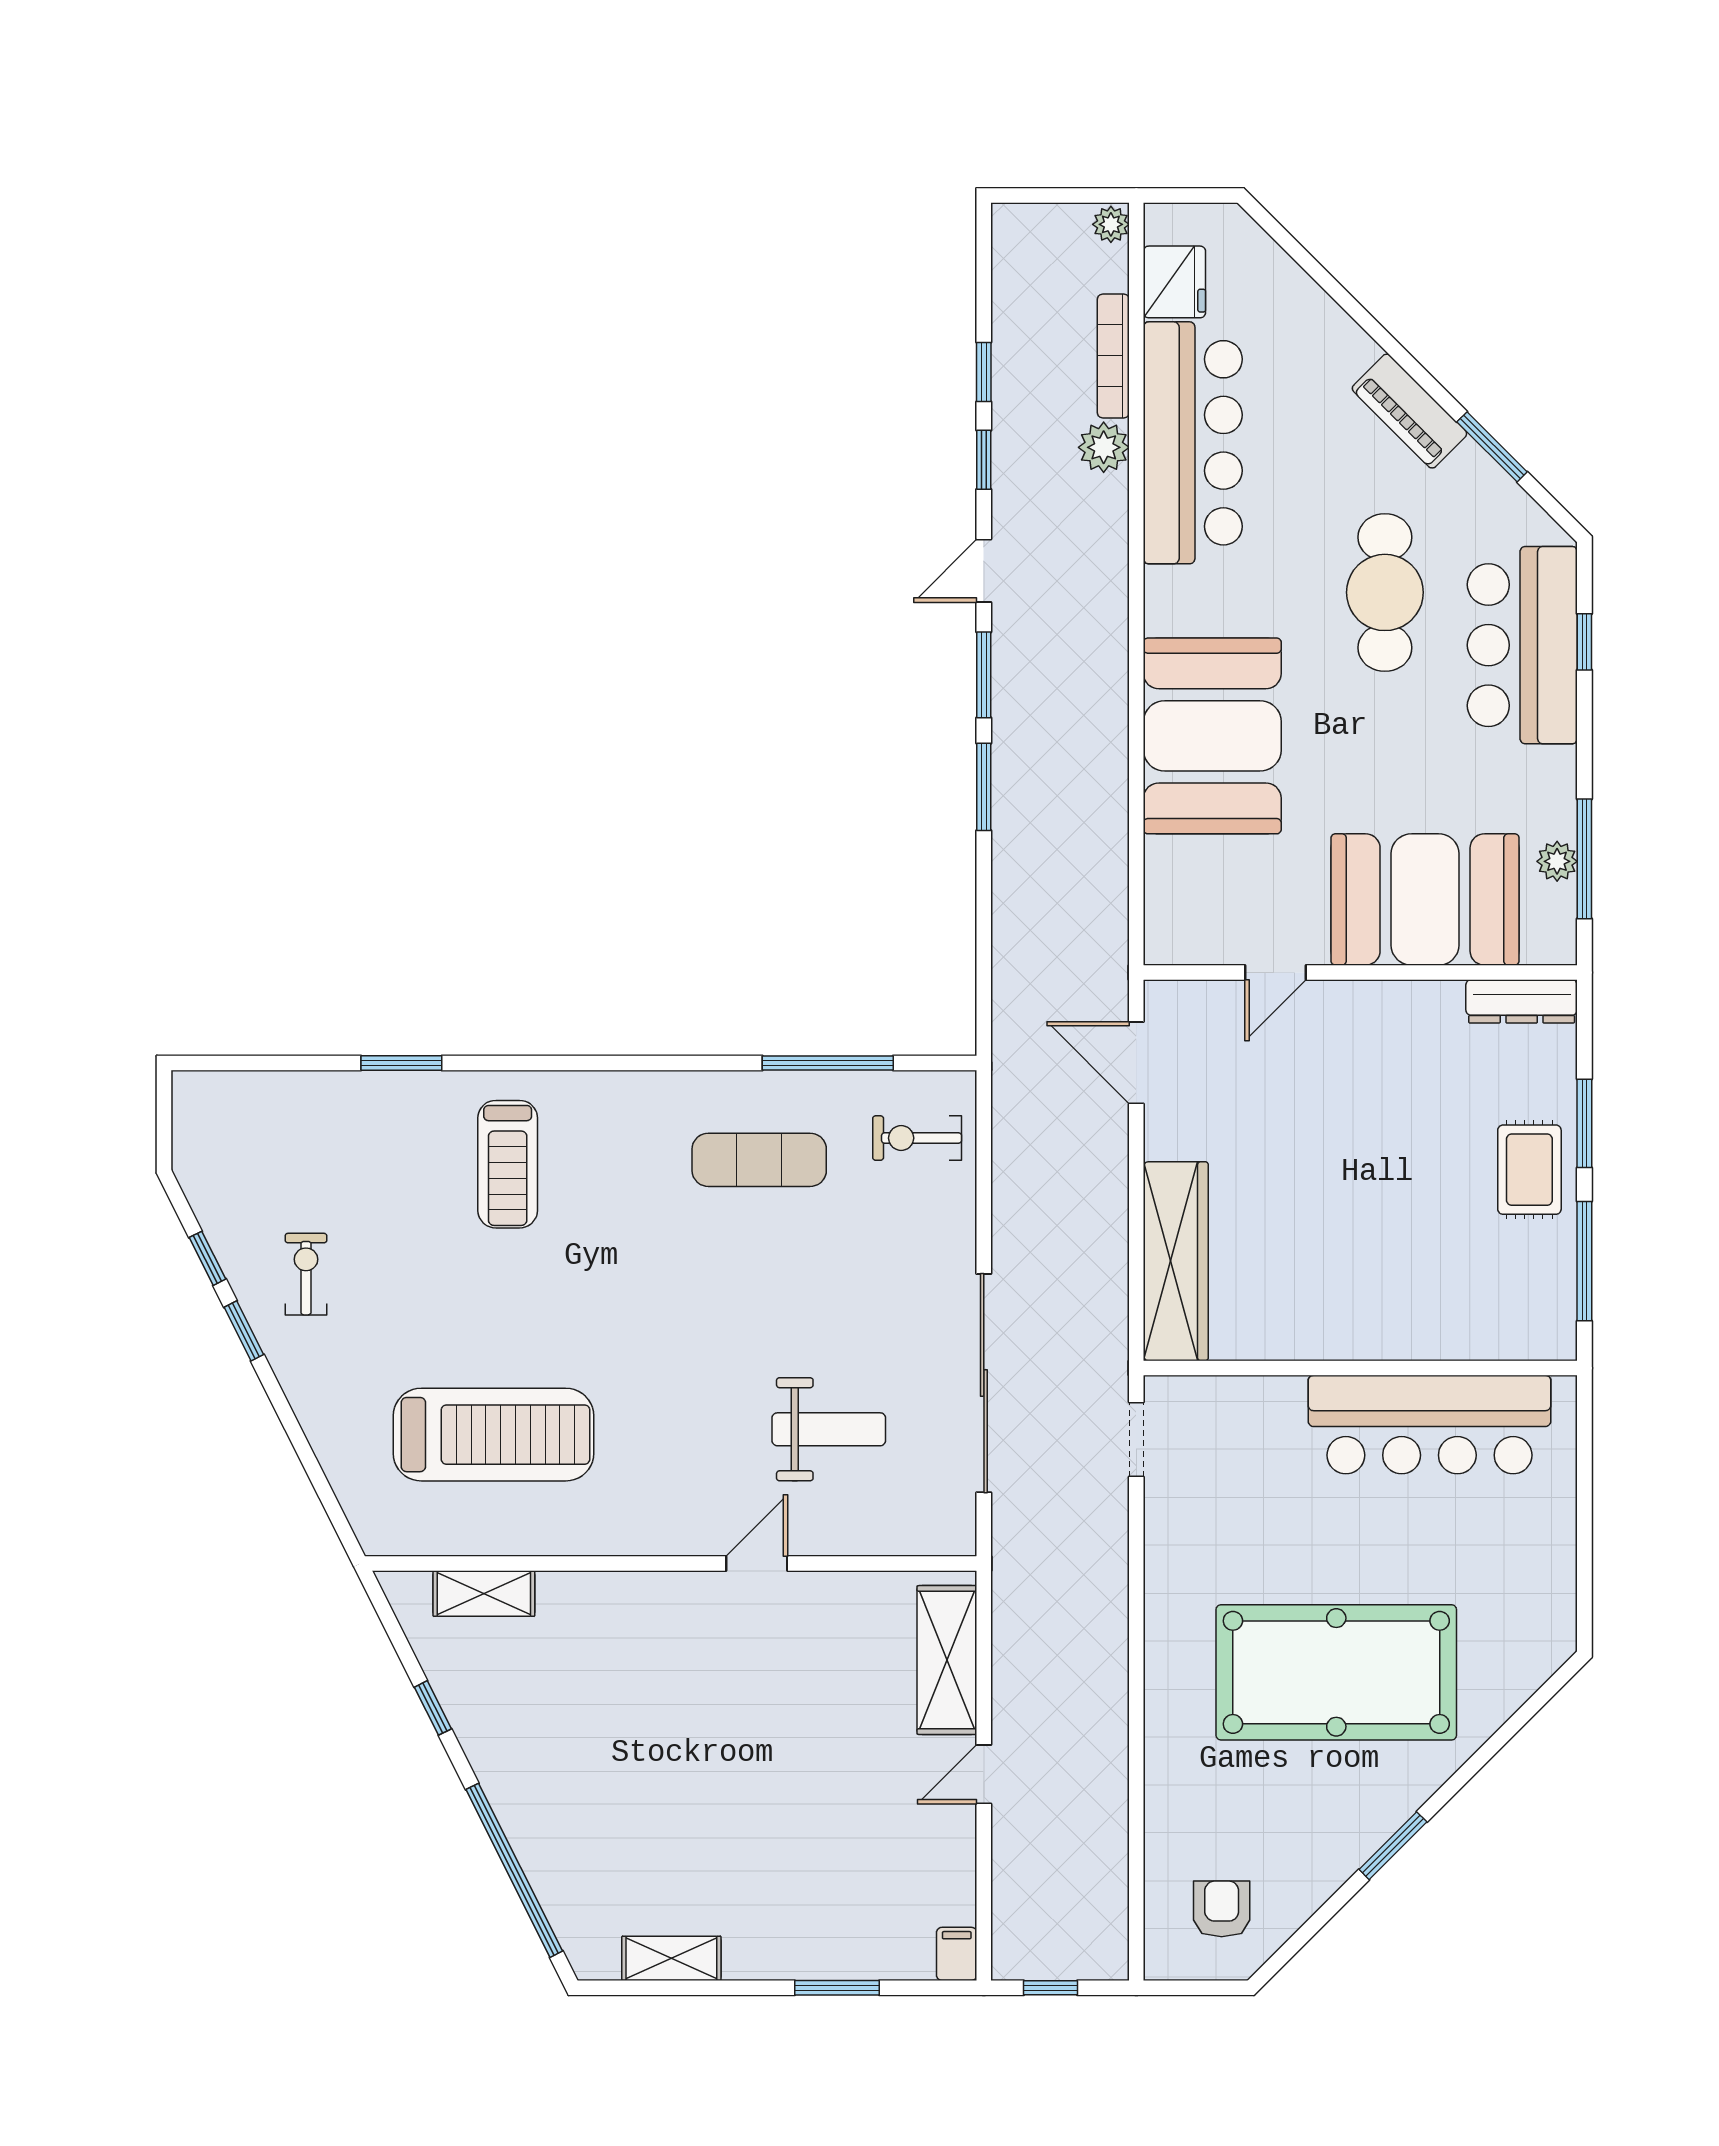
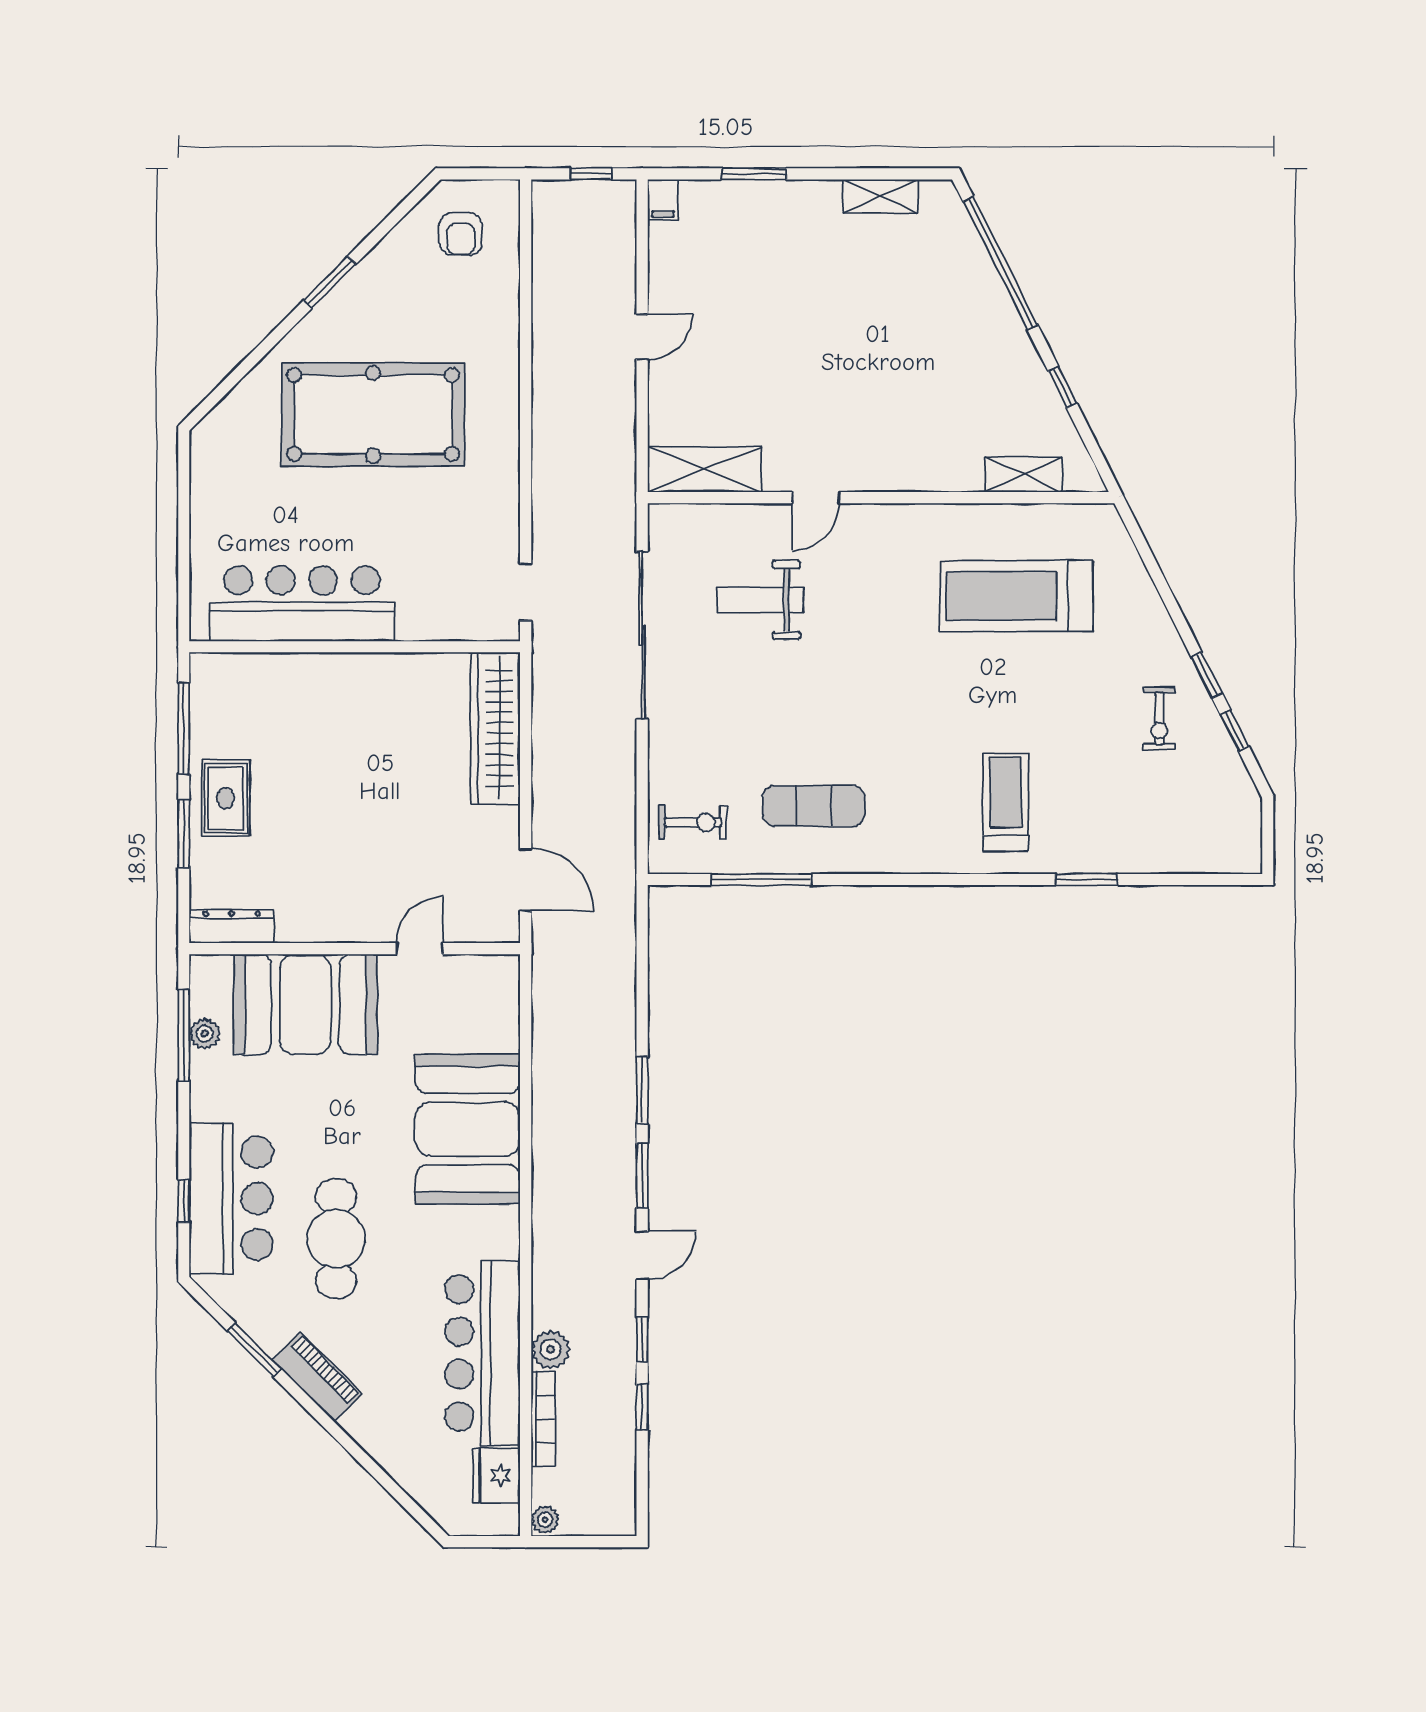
shelving: (947, 1660) -> (704, 469), moved, turned 90

